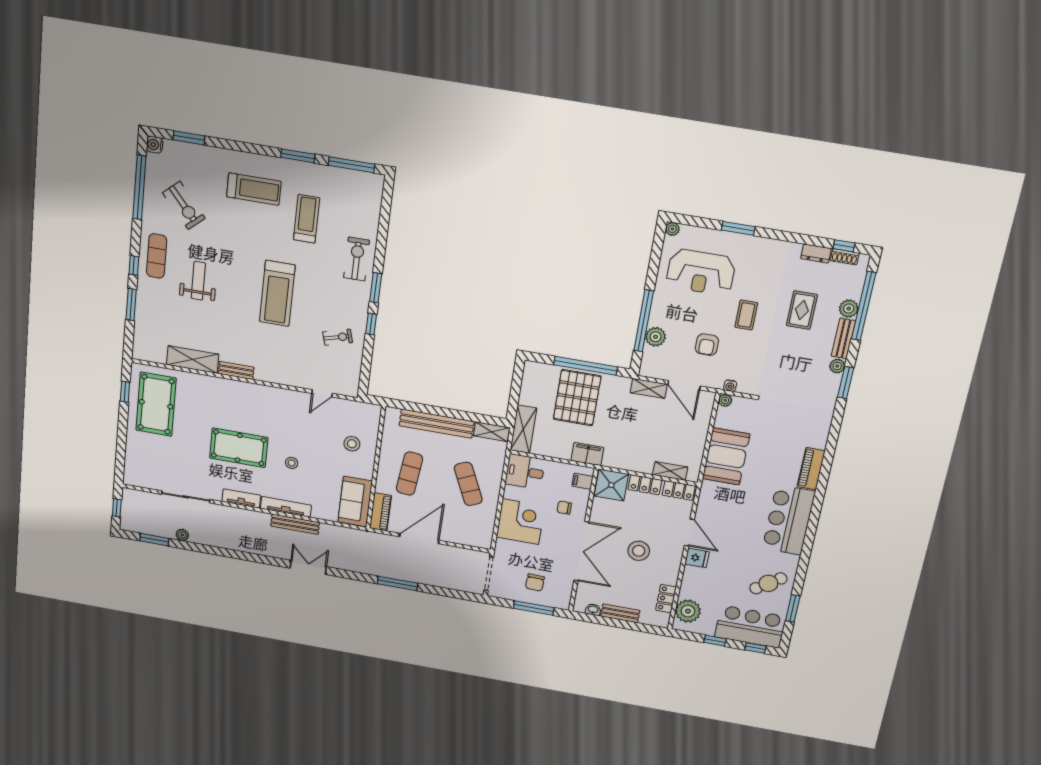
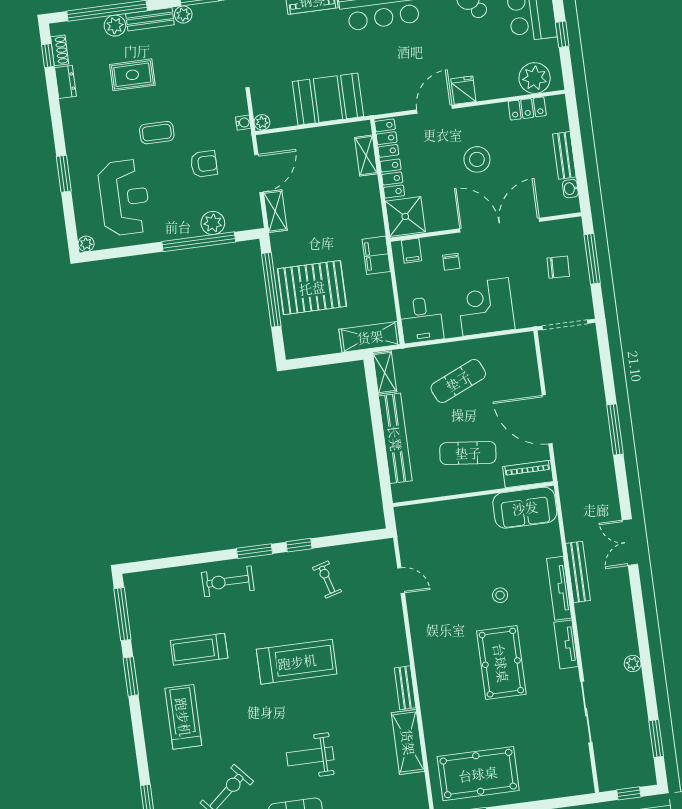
stool: (352, 444) -> (452, 530), removed
plant: (182, 535) -> (633, 664), moved

